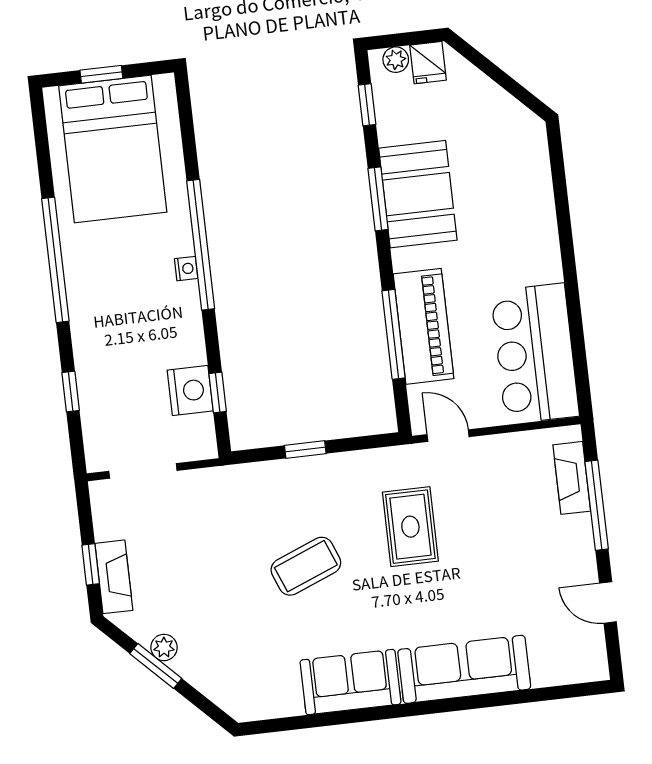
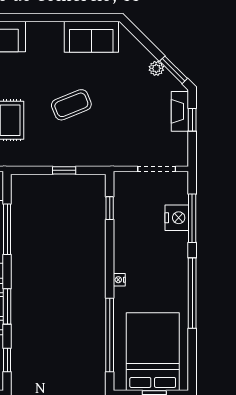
window: (201, 245) -> (110, 335), moved
nightstand: (190, 390) -> (177, 218), moved, turned 180
window: (71, 392) -> (192, 218), width x2.17
window: (156, 666) -> (174, 70), moved
sofa: (350, 682) -> (91, 37), moved

